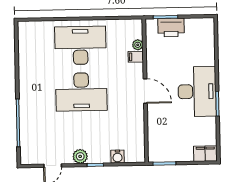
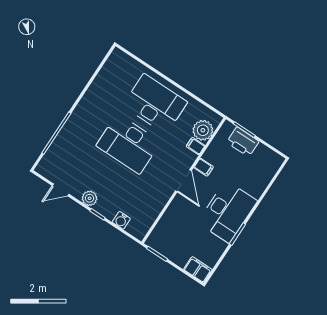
plant: (138, 45) -> (203, 130), width x1.88, depth x1.88
filing cabinet: (154, 69) -> (204, 167), added

